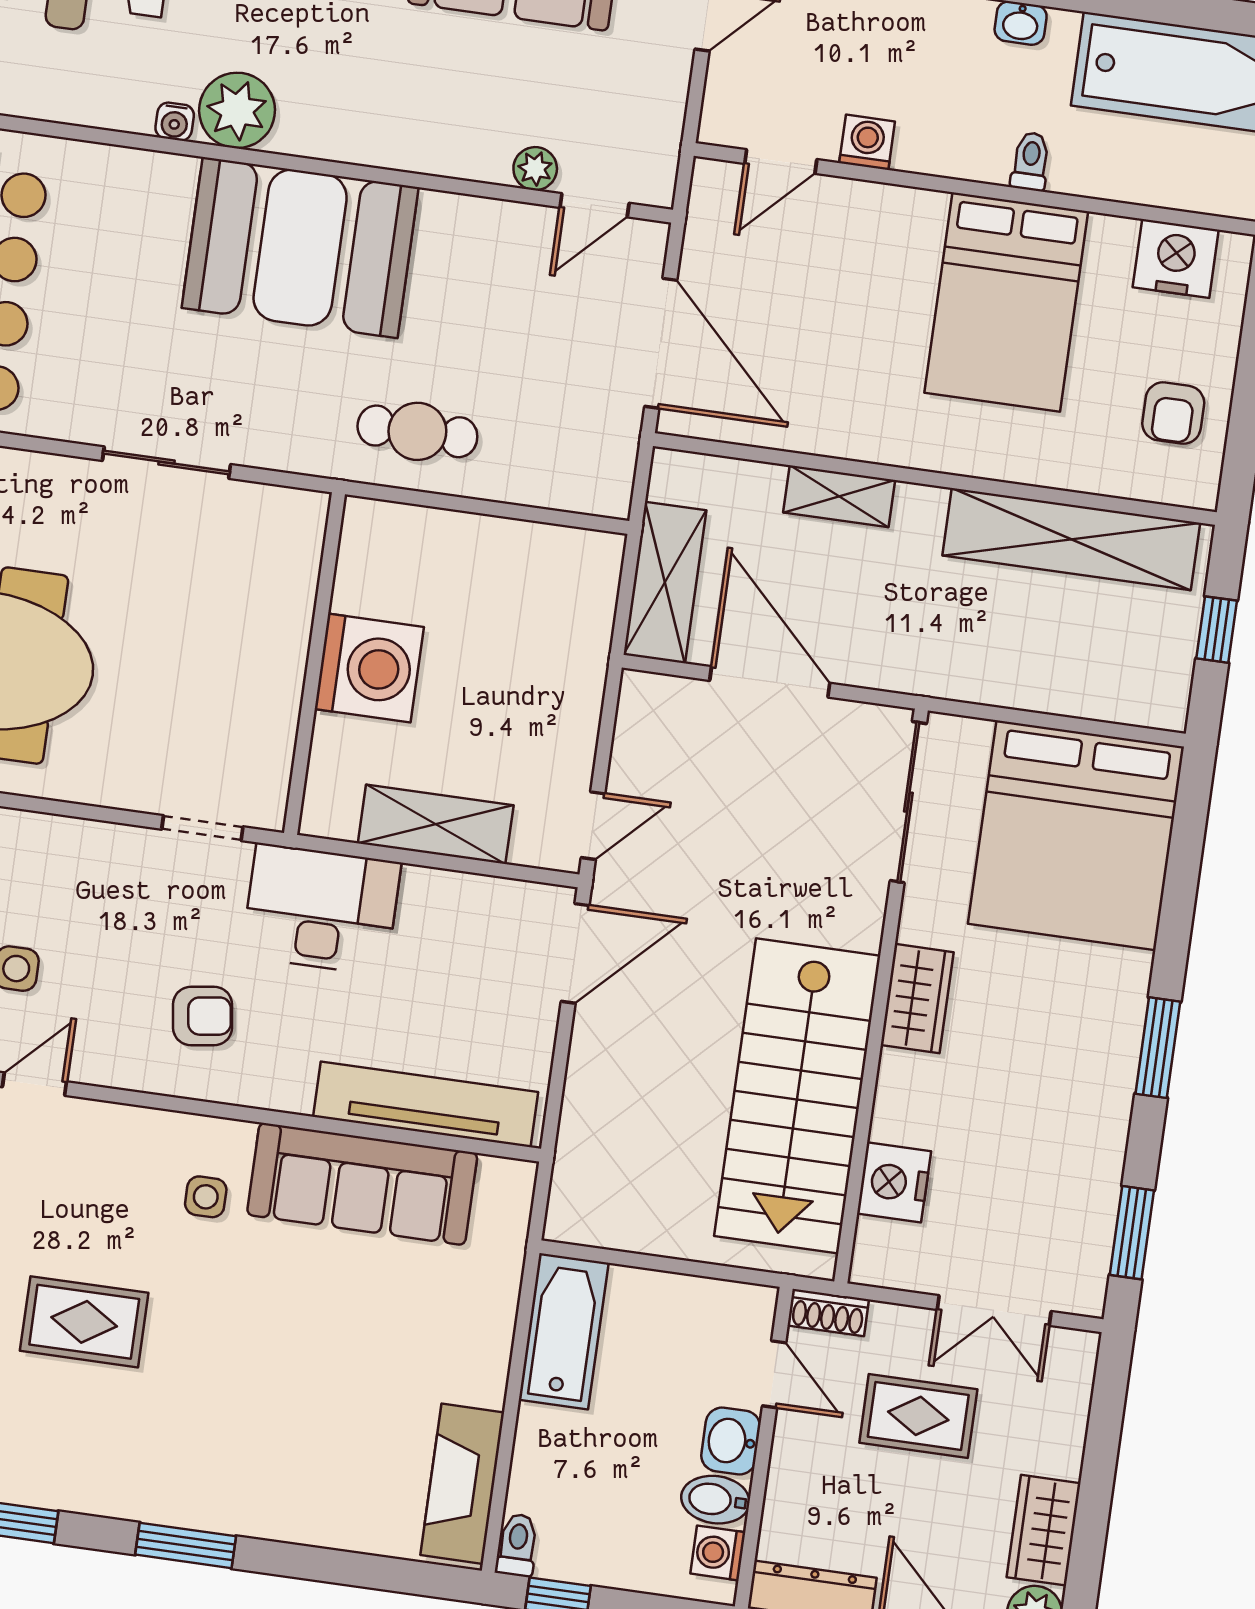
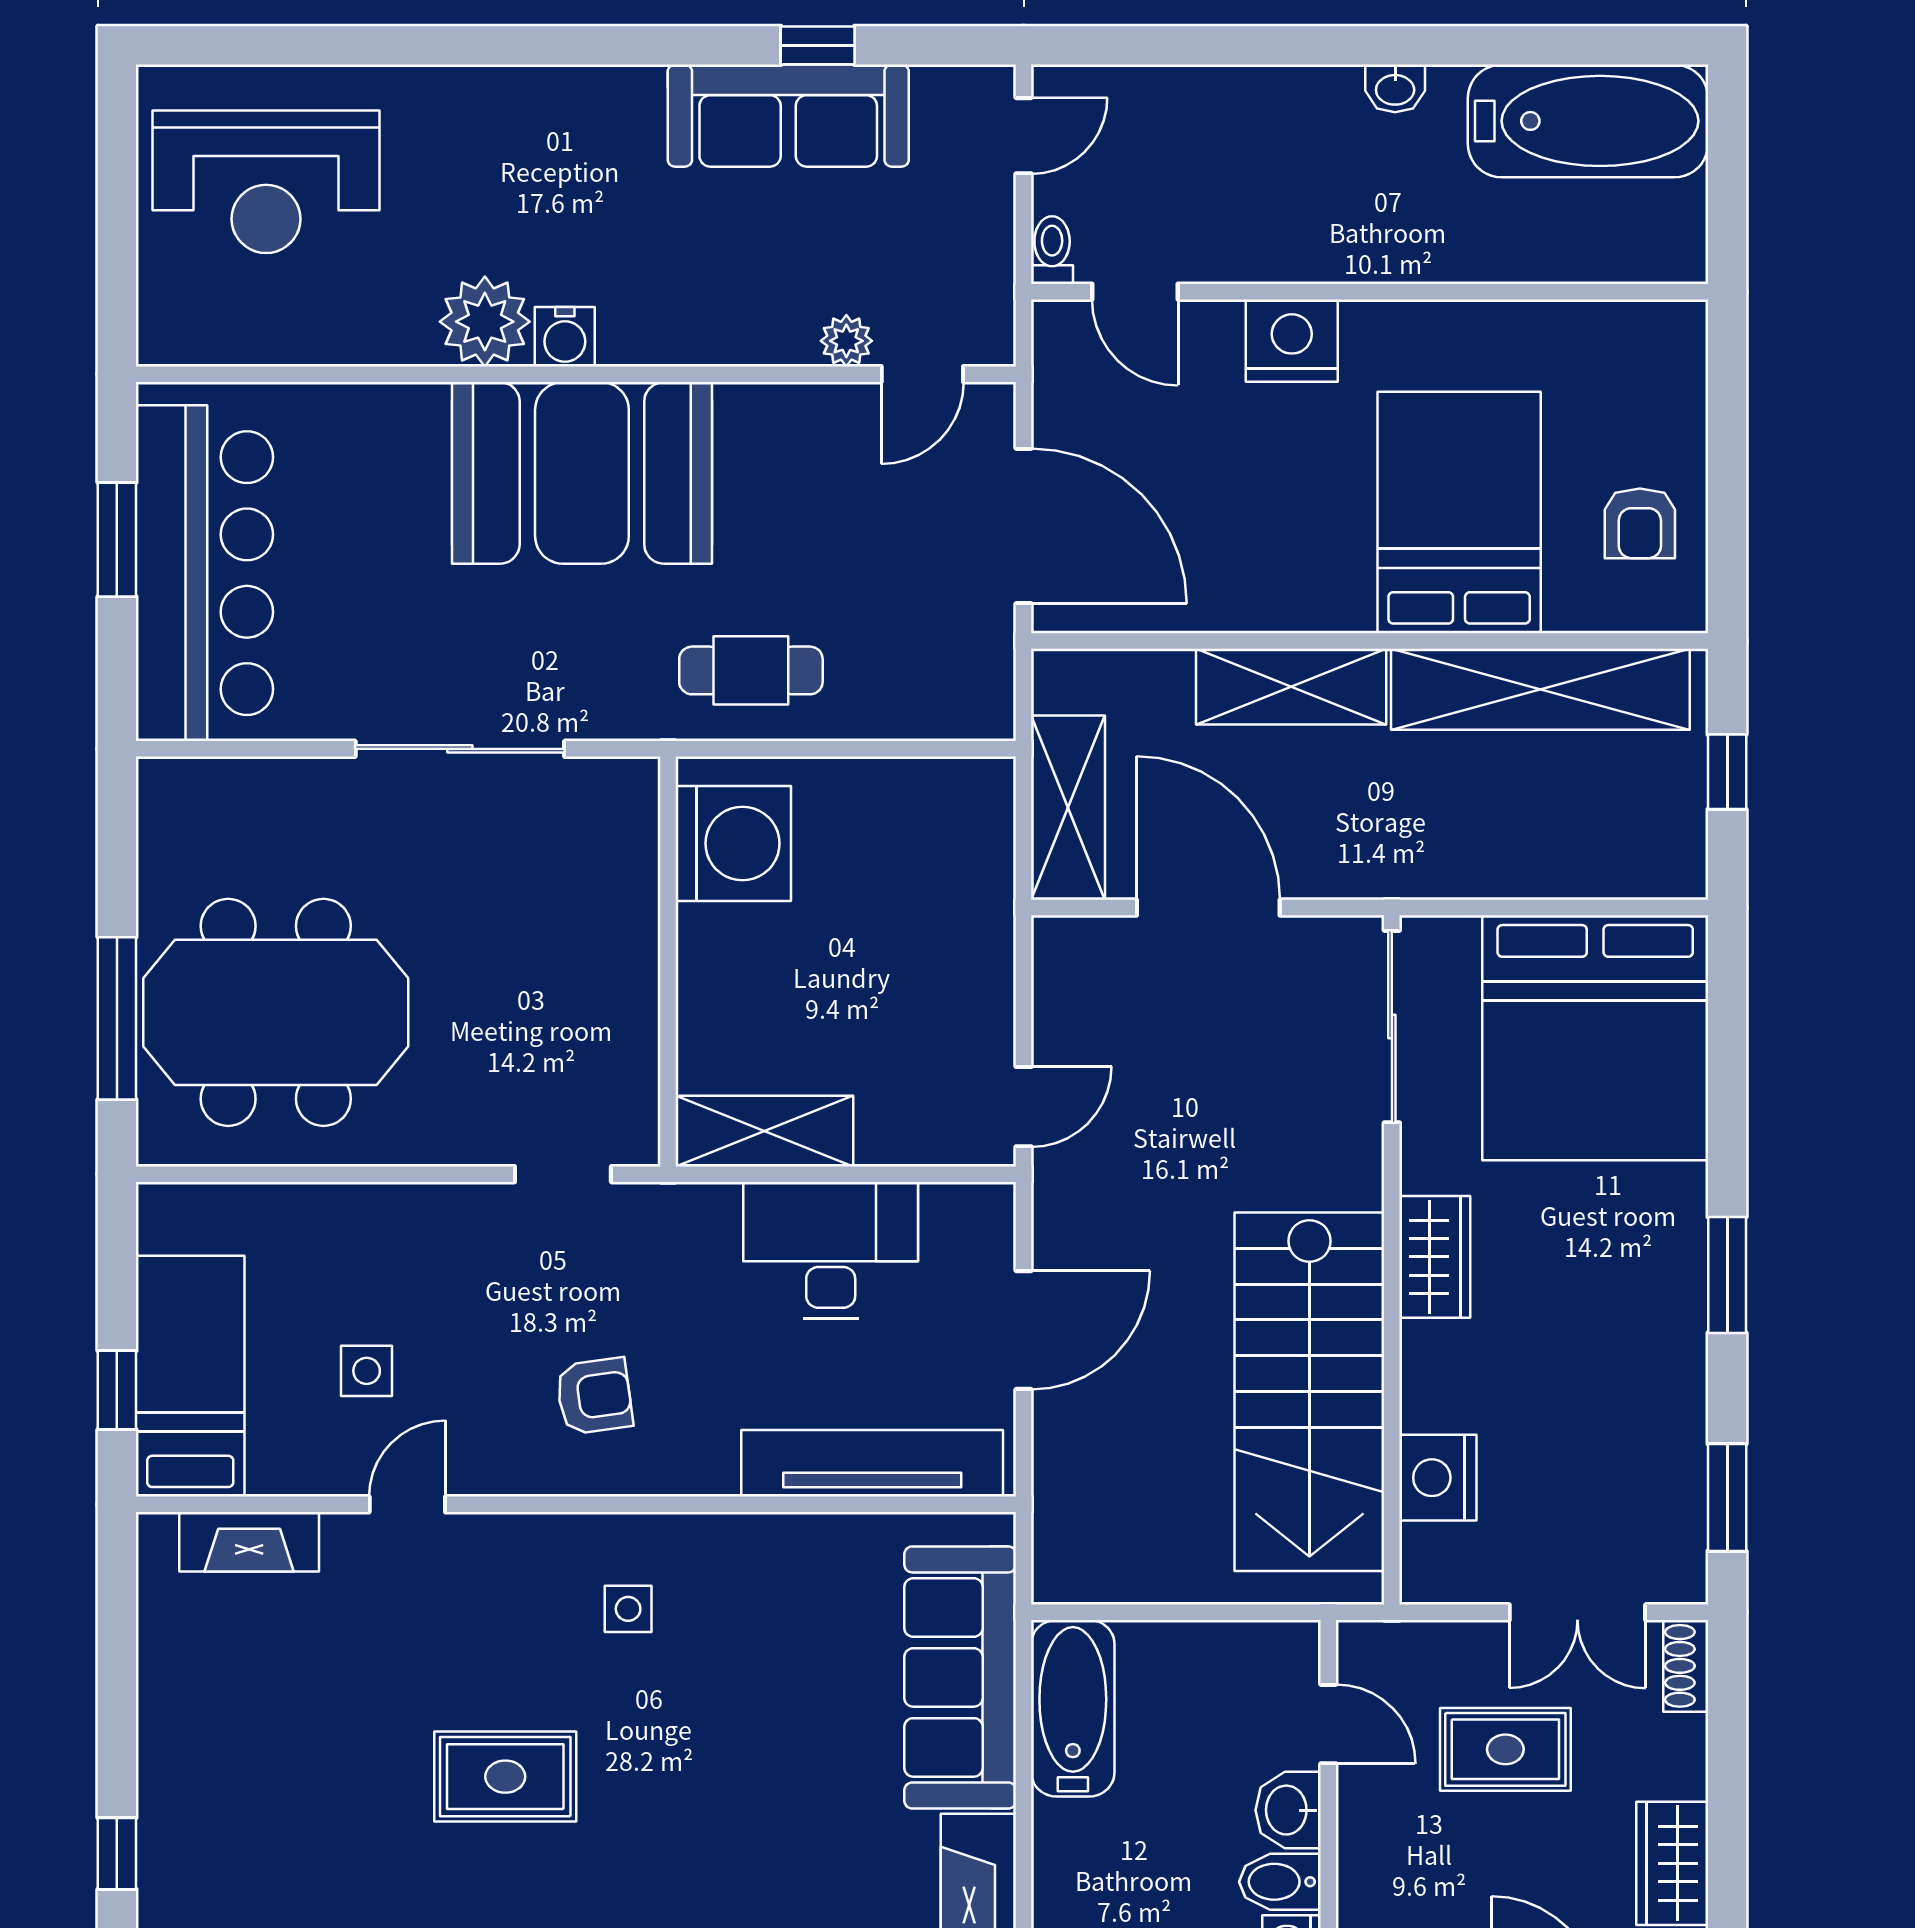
water cooler: (175, 122) -> (565, 337), moved, width x1.38, depth x1.38
washing machine: (867, 142) -> (1234, 255), removed
toilet: (1030, 161) -> (1052, 250), moved
door: (781, 162) -> (1135, 292), hinge flipped
nightstand: (1176, 258) -> (1292, 341), moved
bed: (1006, 302) -> (1459, 512), moved, turned 180
sliding door: (166, 463) -> (460, 749), width x1.37
shelving: (839, 496) -> (1291, 687), width x1.50, depth x1.33
washing machine: (369, 668) -> (733, 843), moved
shelving: (436, 824) -> (764, 1131), moved
desk: (321, 909) -> (831, 1250), moved
door: (575, 953) -> (1024, 1330), moved
sofa: (362, 1184) -> (960, 1677), moved, turned 90
shoe rack: (828, 1313) -> (1686, 1666), moved, turned 90

